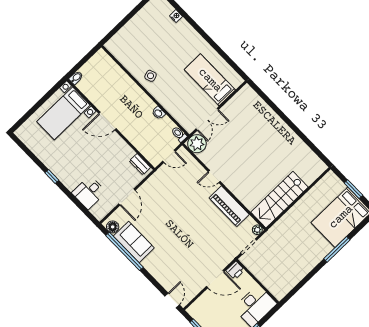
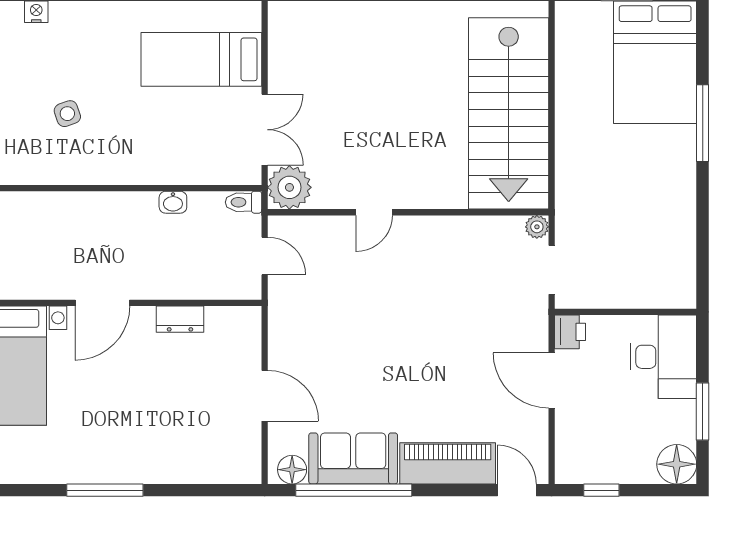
side table: (151, 76) -> (67, 114), moved
door: (169, 156) -> (265, 256), hinge flipped
dresser: (140, 164) -> (180, 319), moved
window: (52, 176) -> (105, 490), width x2.17
desk: (89, 192) -> (194, 453), removed
stairs: (279, 200) -> (509, 113), width x1.36, depth x1.51
piano: (229, 206) -> (448, 463), moved, turned 180
door: (215, 279) -> (552, 381), swing flipped

